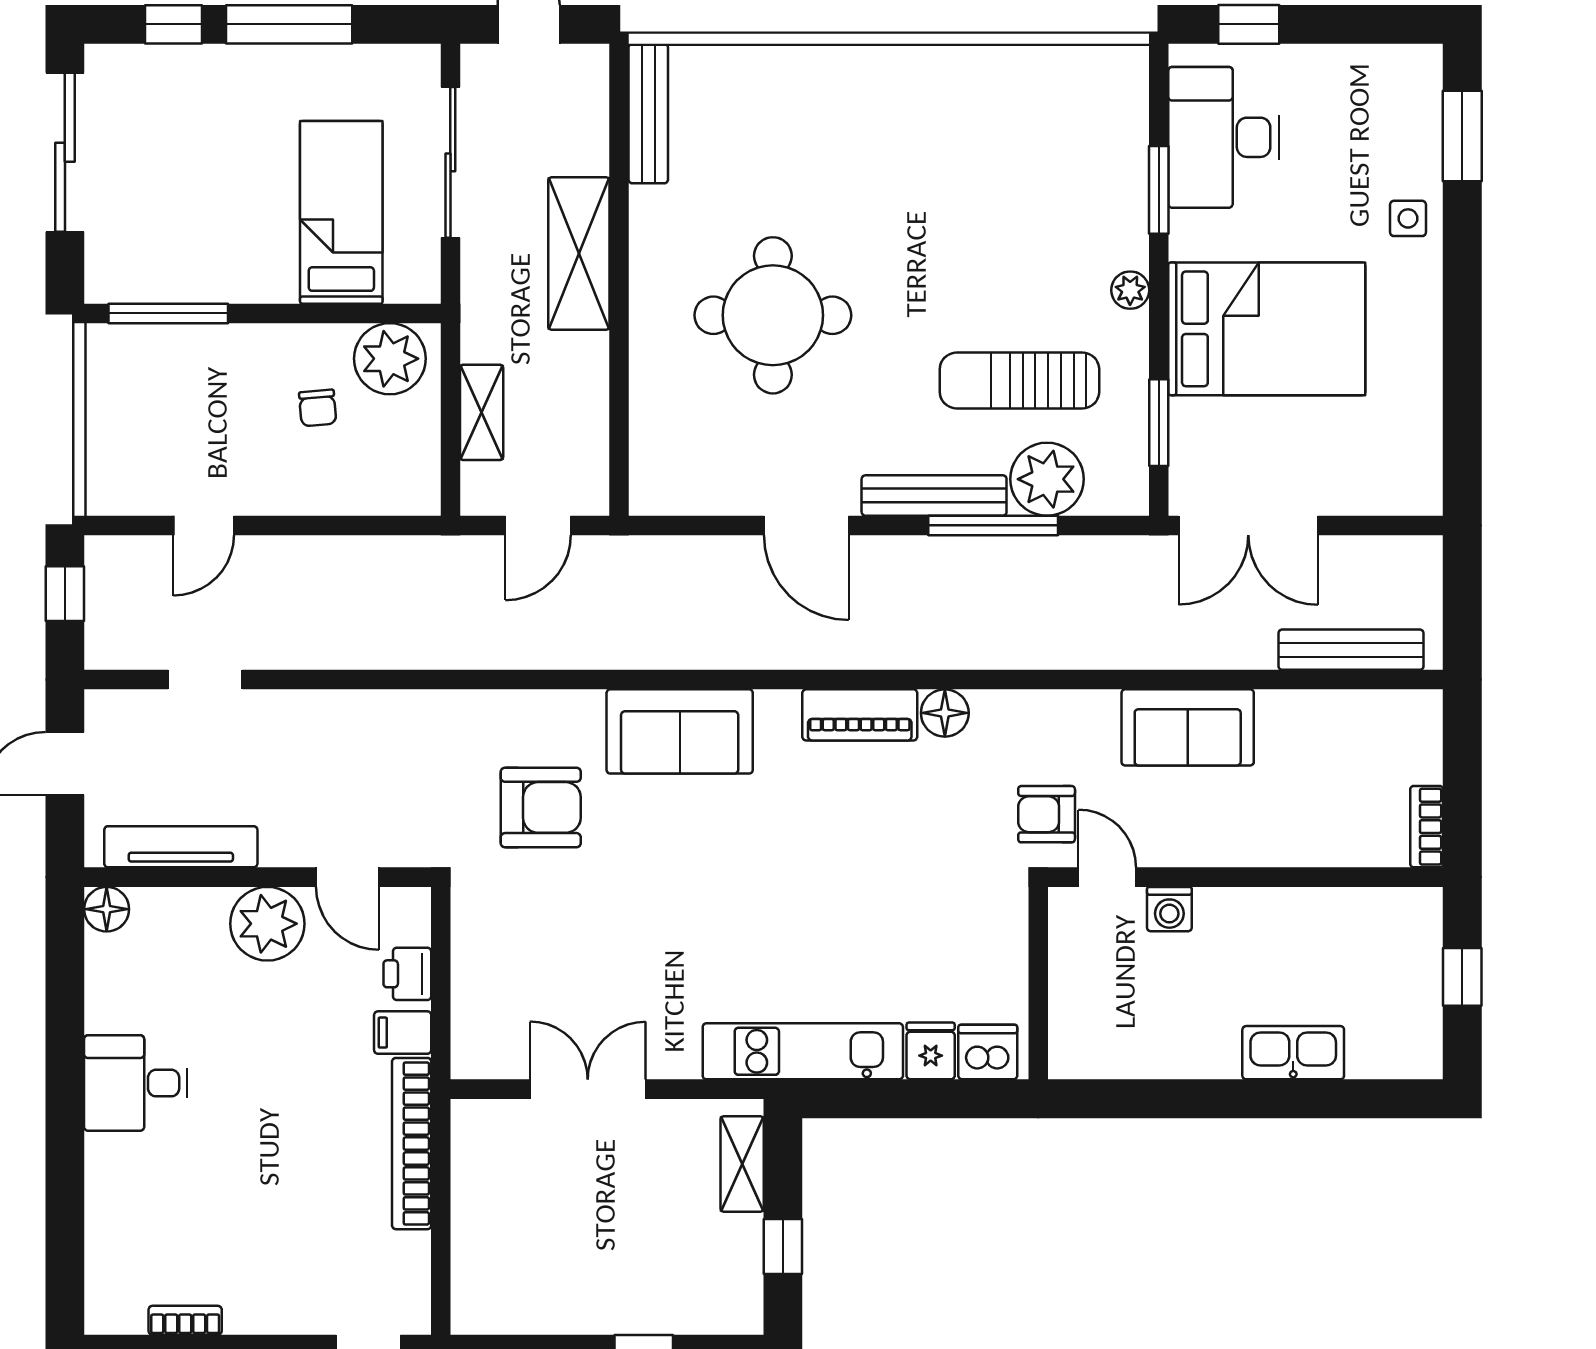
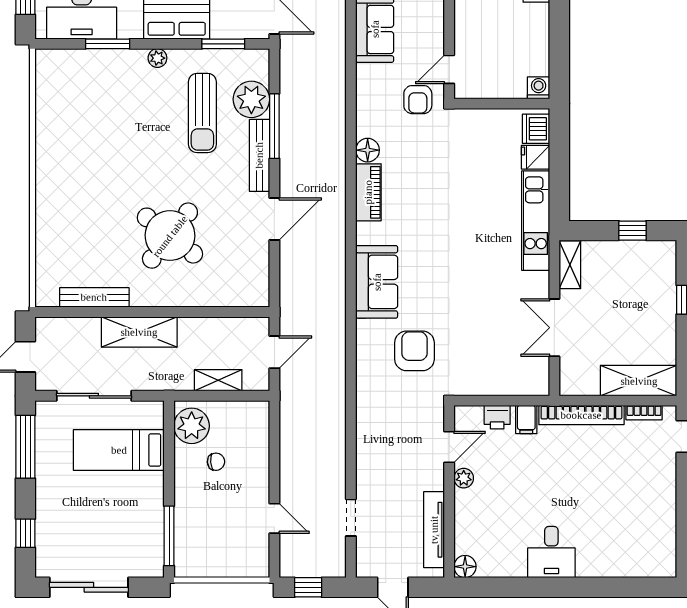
window: (289, 24) -> (25, 447), moved
bench: (648, 114) -> (94, 297), moved
round table: (773, 315) -> (170, 236), turned 38
door: (538, 525) -> (274, 352), hinge flipped
washing machine: (1169, 909) -> (539, 88), moved, turned -90
plant: (267, 924) -> (464, 478), width x0.53, depth x0.53
shelving: (742, 1164) -> (570, 265), moved, turned 90
shelving: (481, 1258) -> (639, 381), added
bookcase: (185, 1320) -> (644, 413), moved, turned -90

